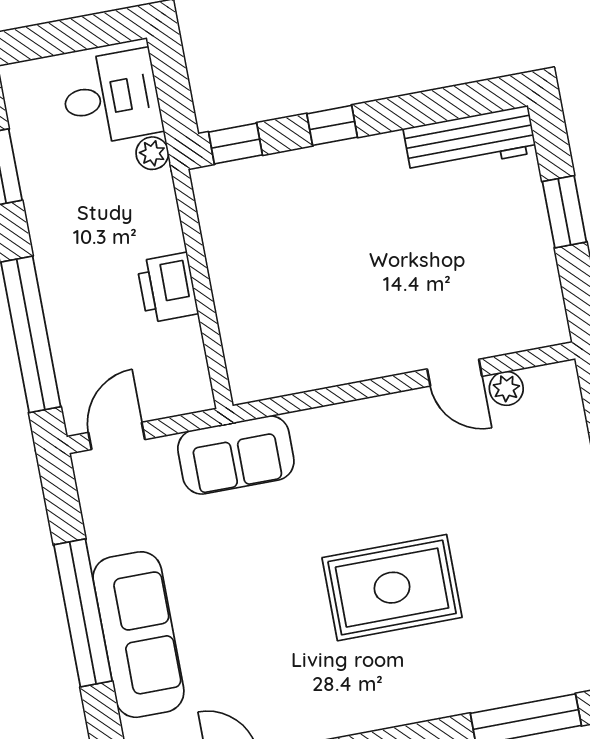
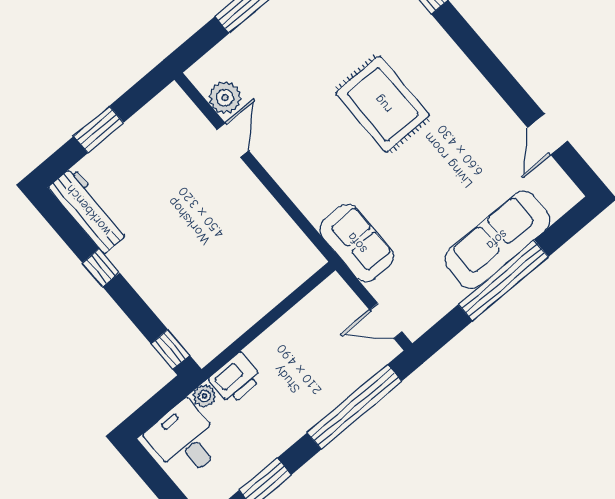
window: (332, 125) -> (101, 268), moved
printer: (167, 288) -> (236, 378), moved
plant: (506, 388) -> (225, 98), width x1.38, depth x1.38

